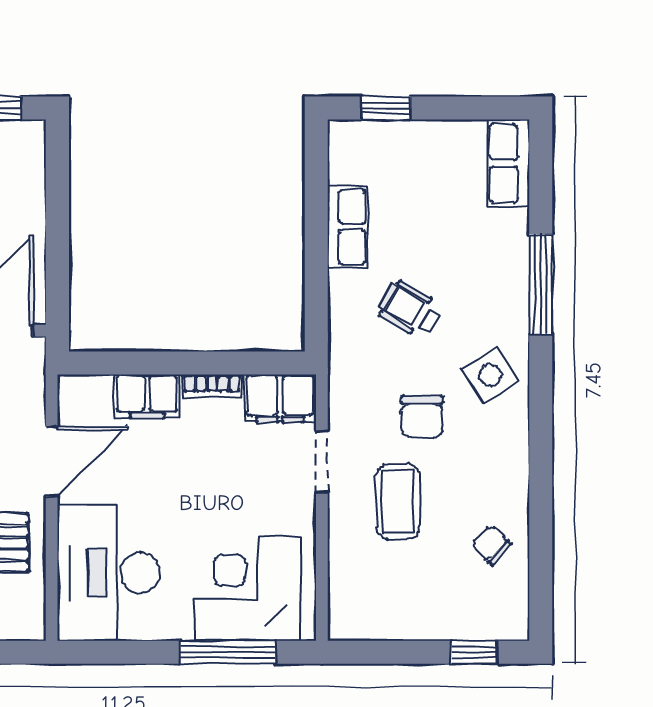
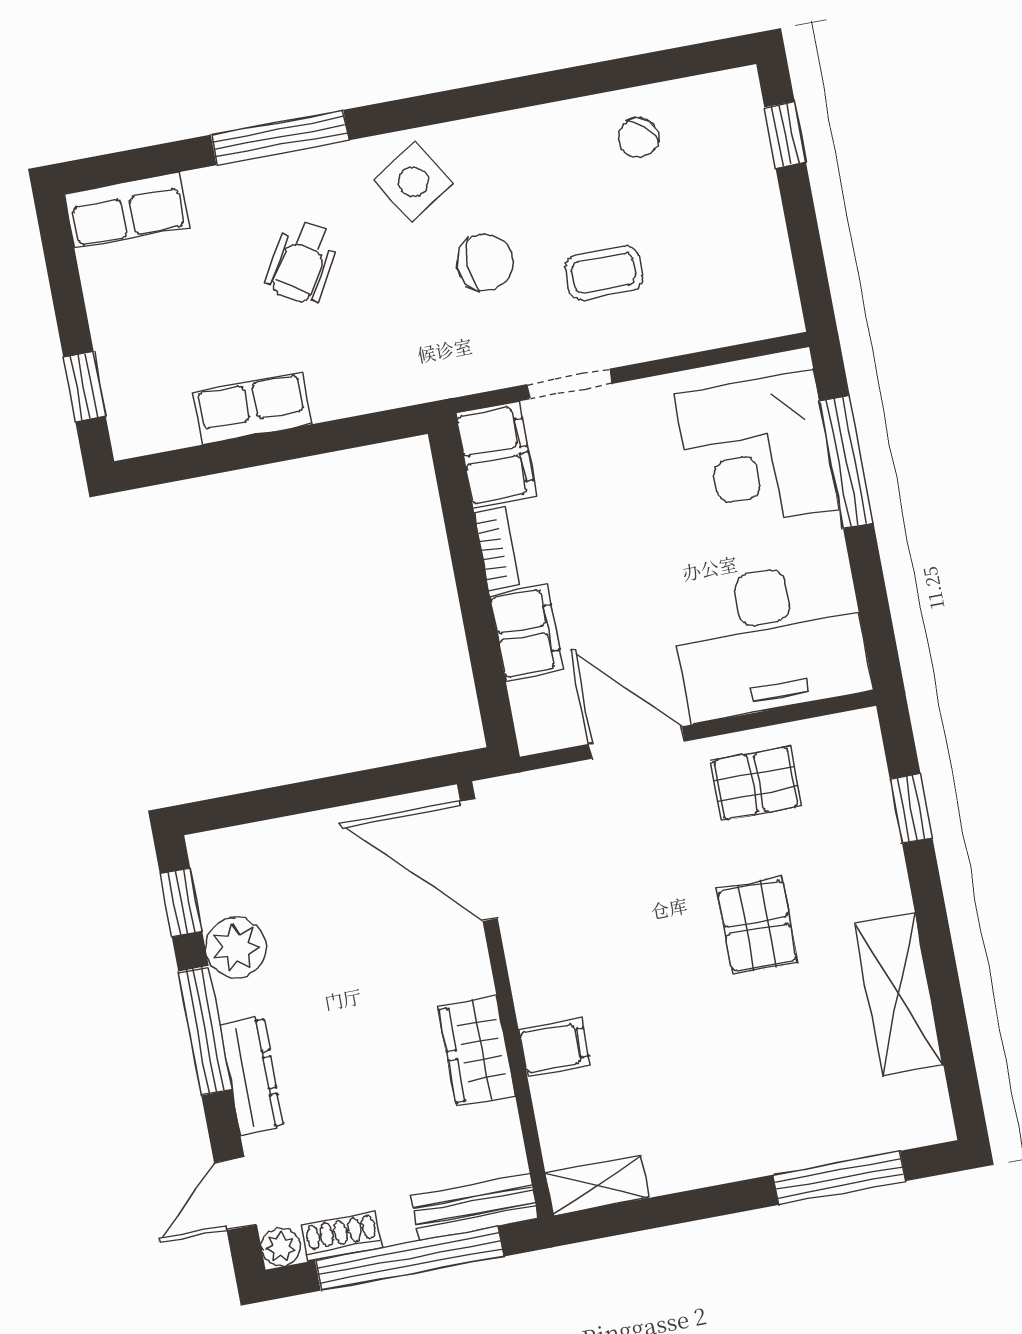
wheelchair: (409, 309) -> (302, 262), moved
coffee table: (398, 501) -> (604, 273), width x0.73, depth x0.77

